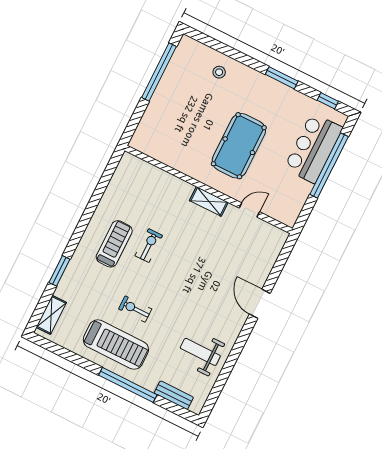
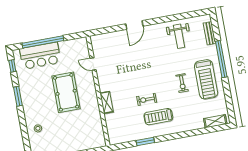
pool table: (239, 146) -> (66, 92), turned 90
shelving: (209, 201) -> (107, 102), moved
window: (59, 271) -> (145, 142), moved
treadmill: (116, 345) -> (206, 79), turned 180

